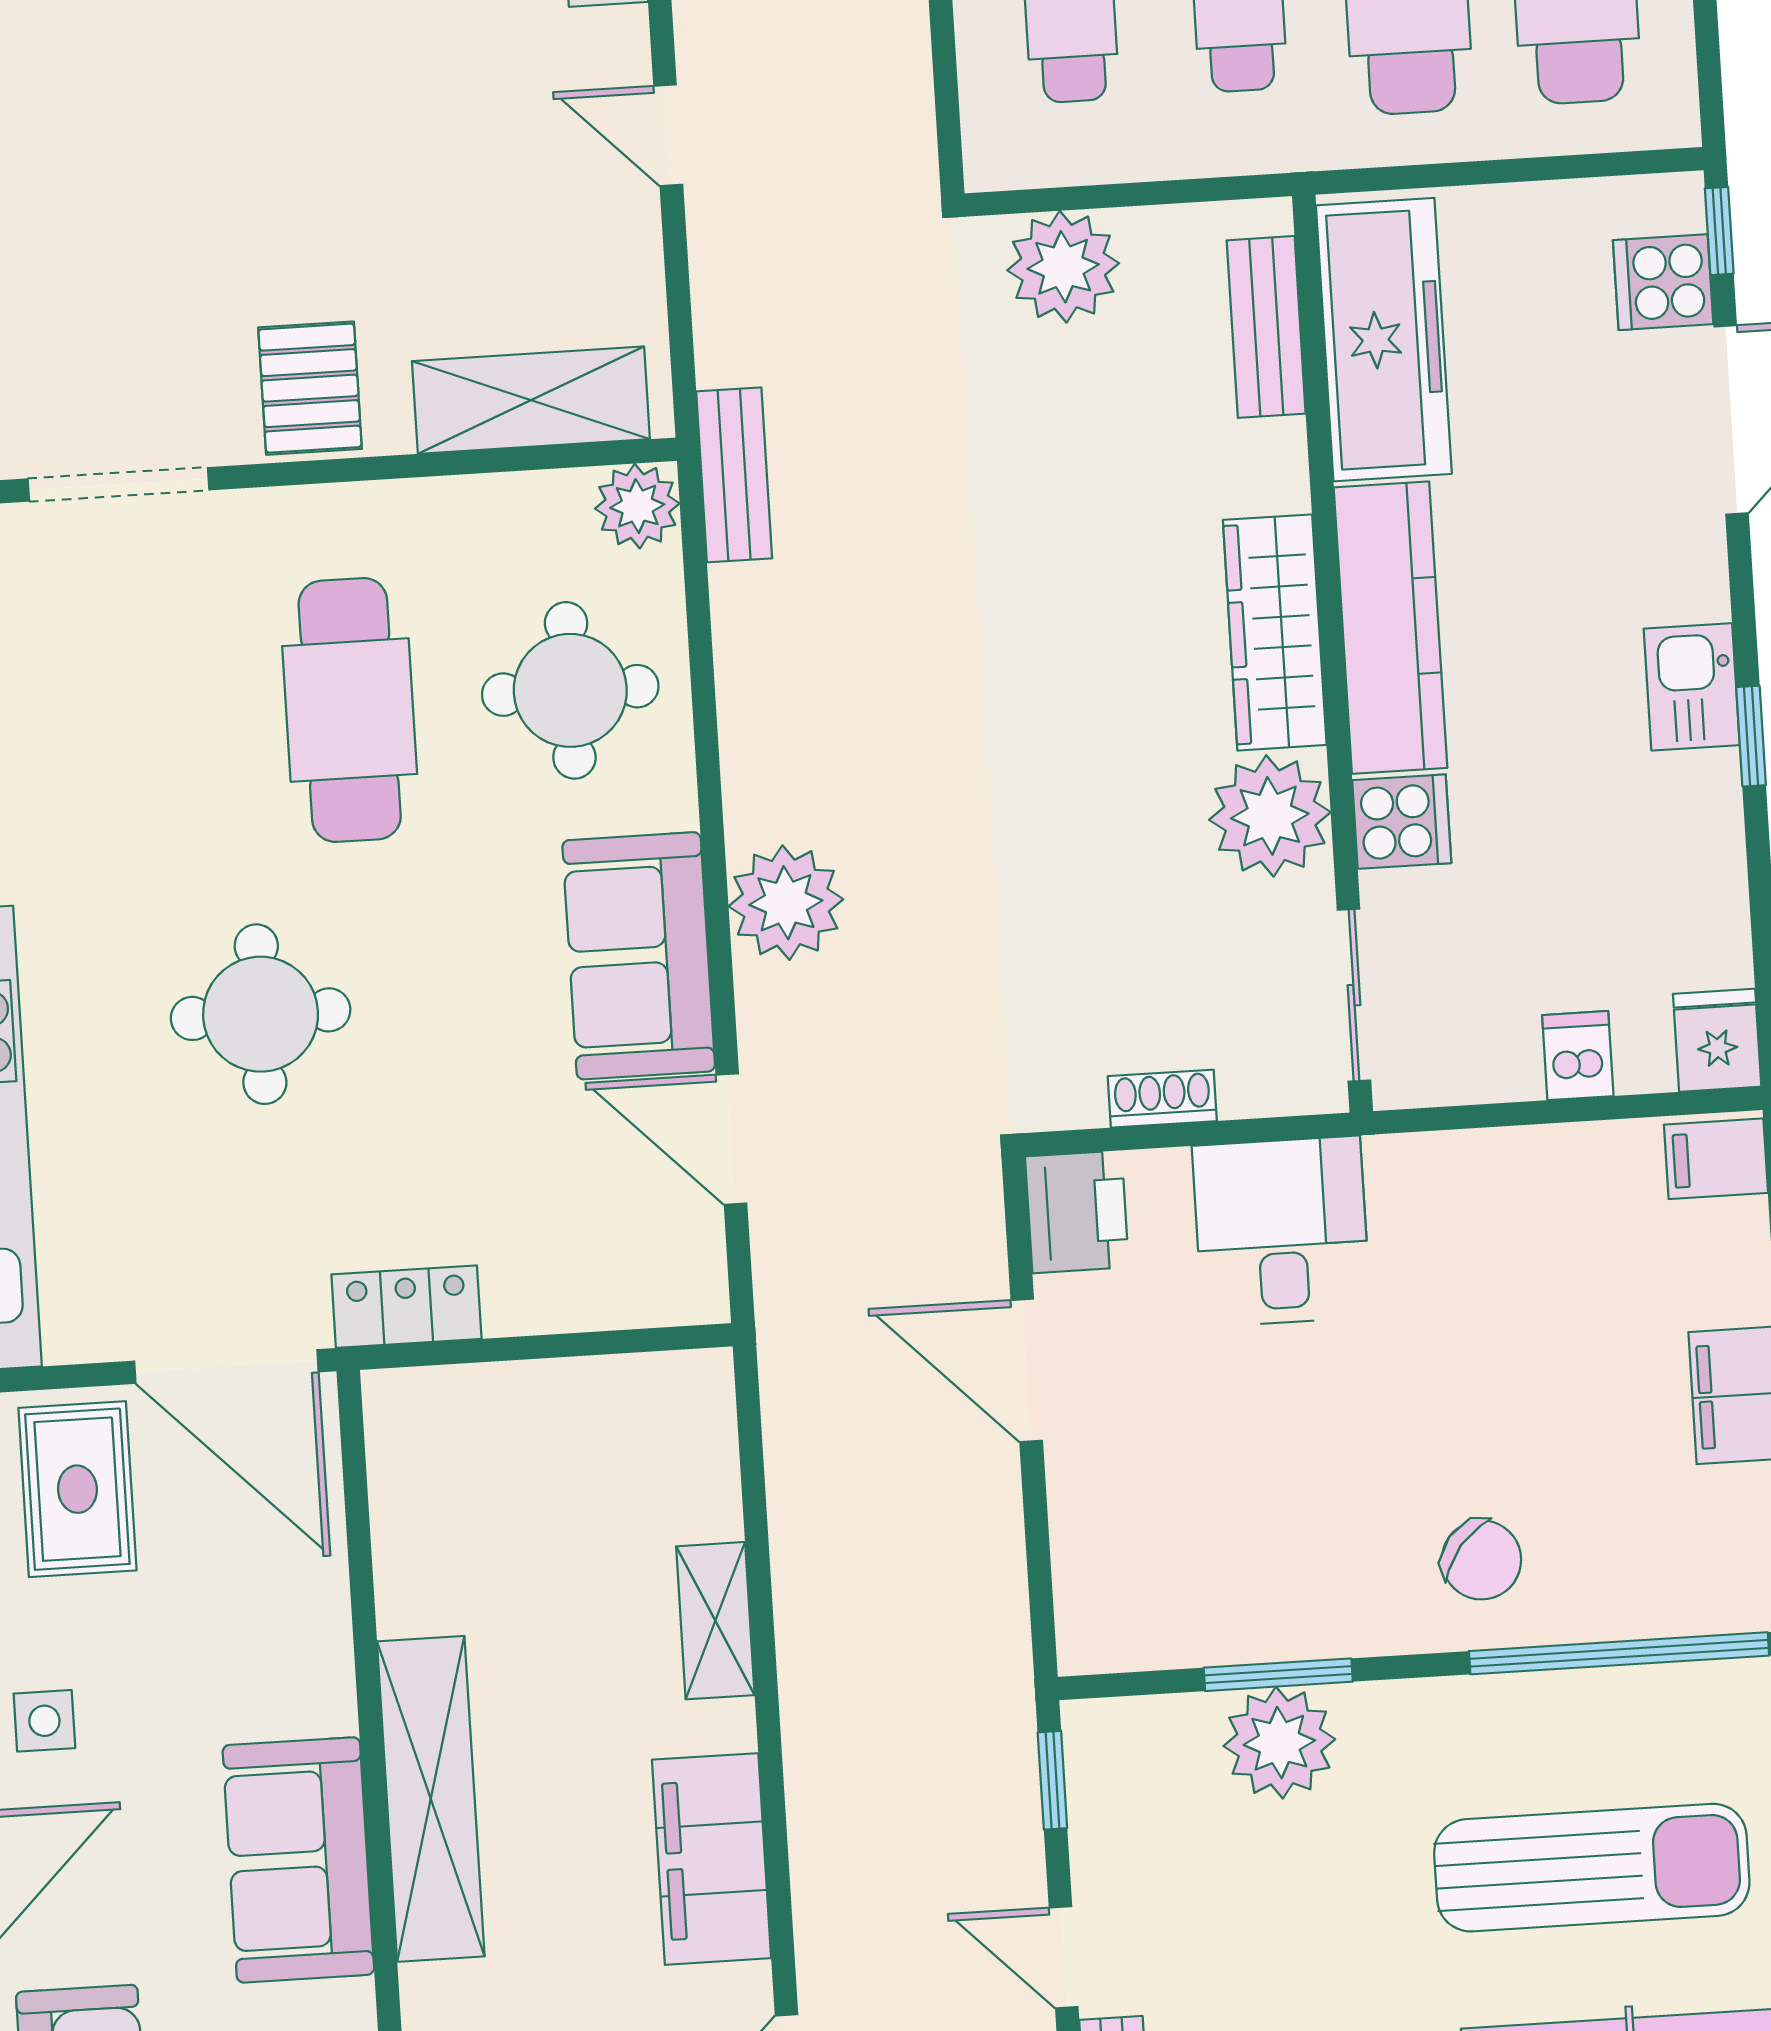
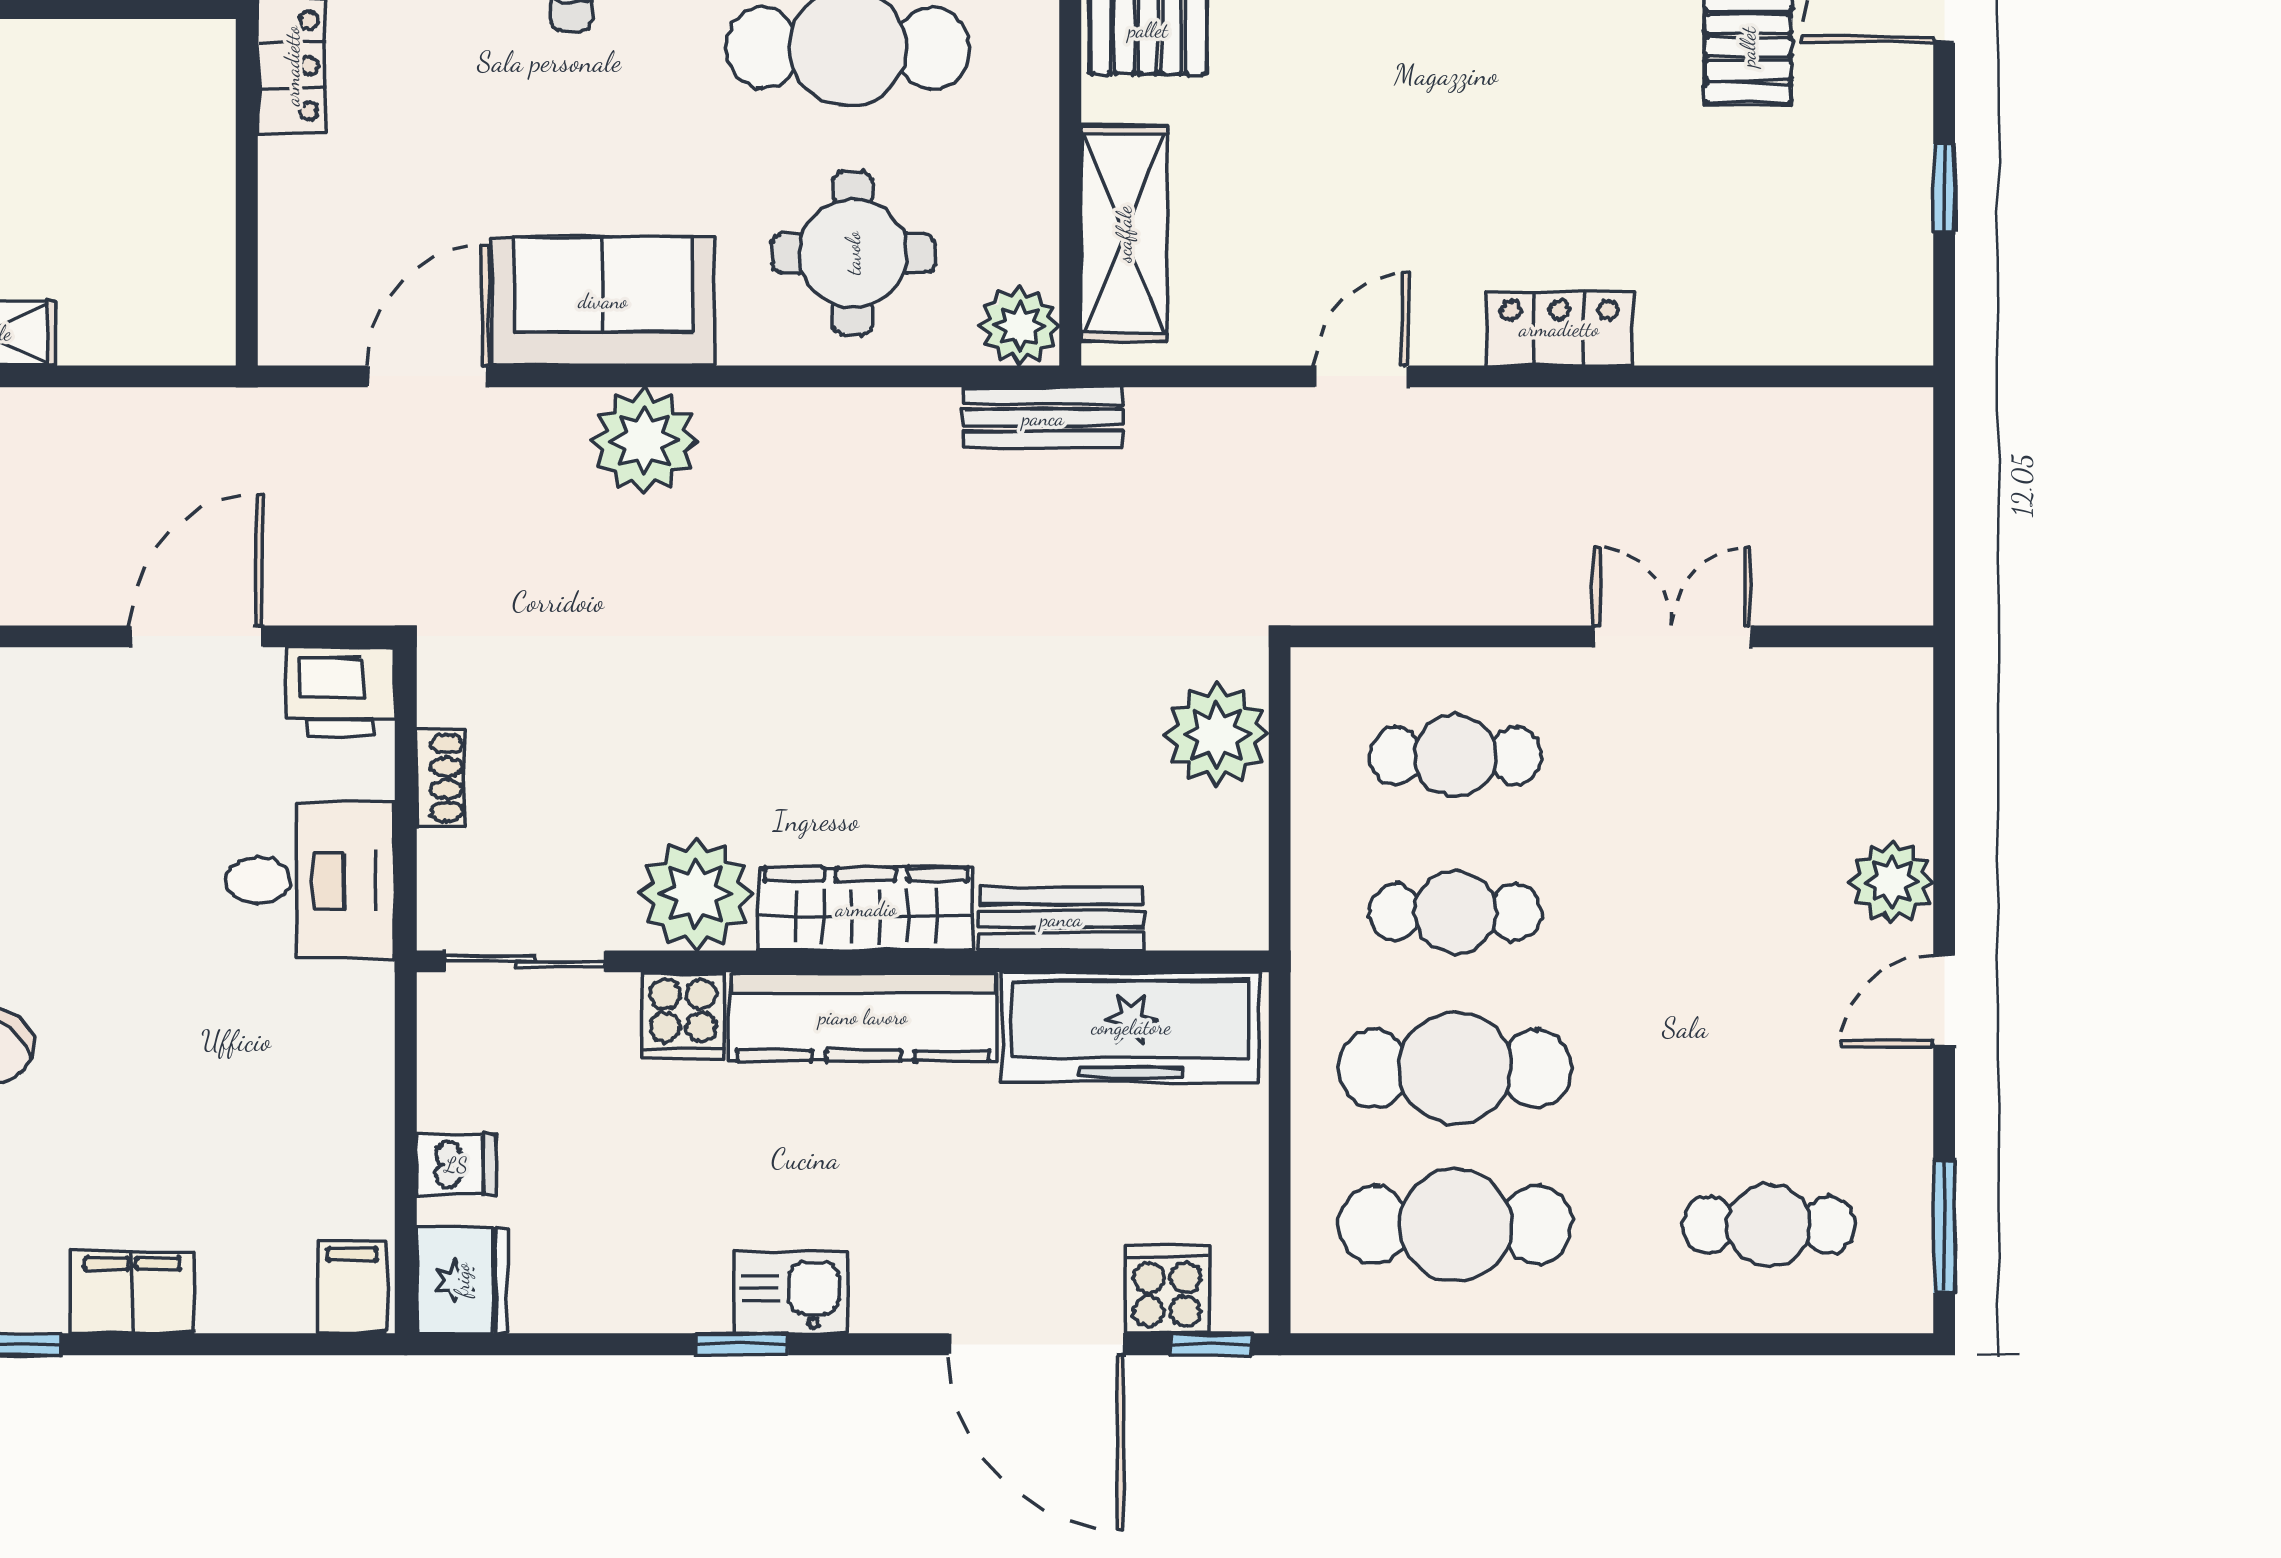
bench: (1266, 327) -> (1061, 919), moved
fridge: (1717, 1040) -> (462, 1280), width x1.38

